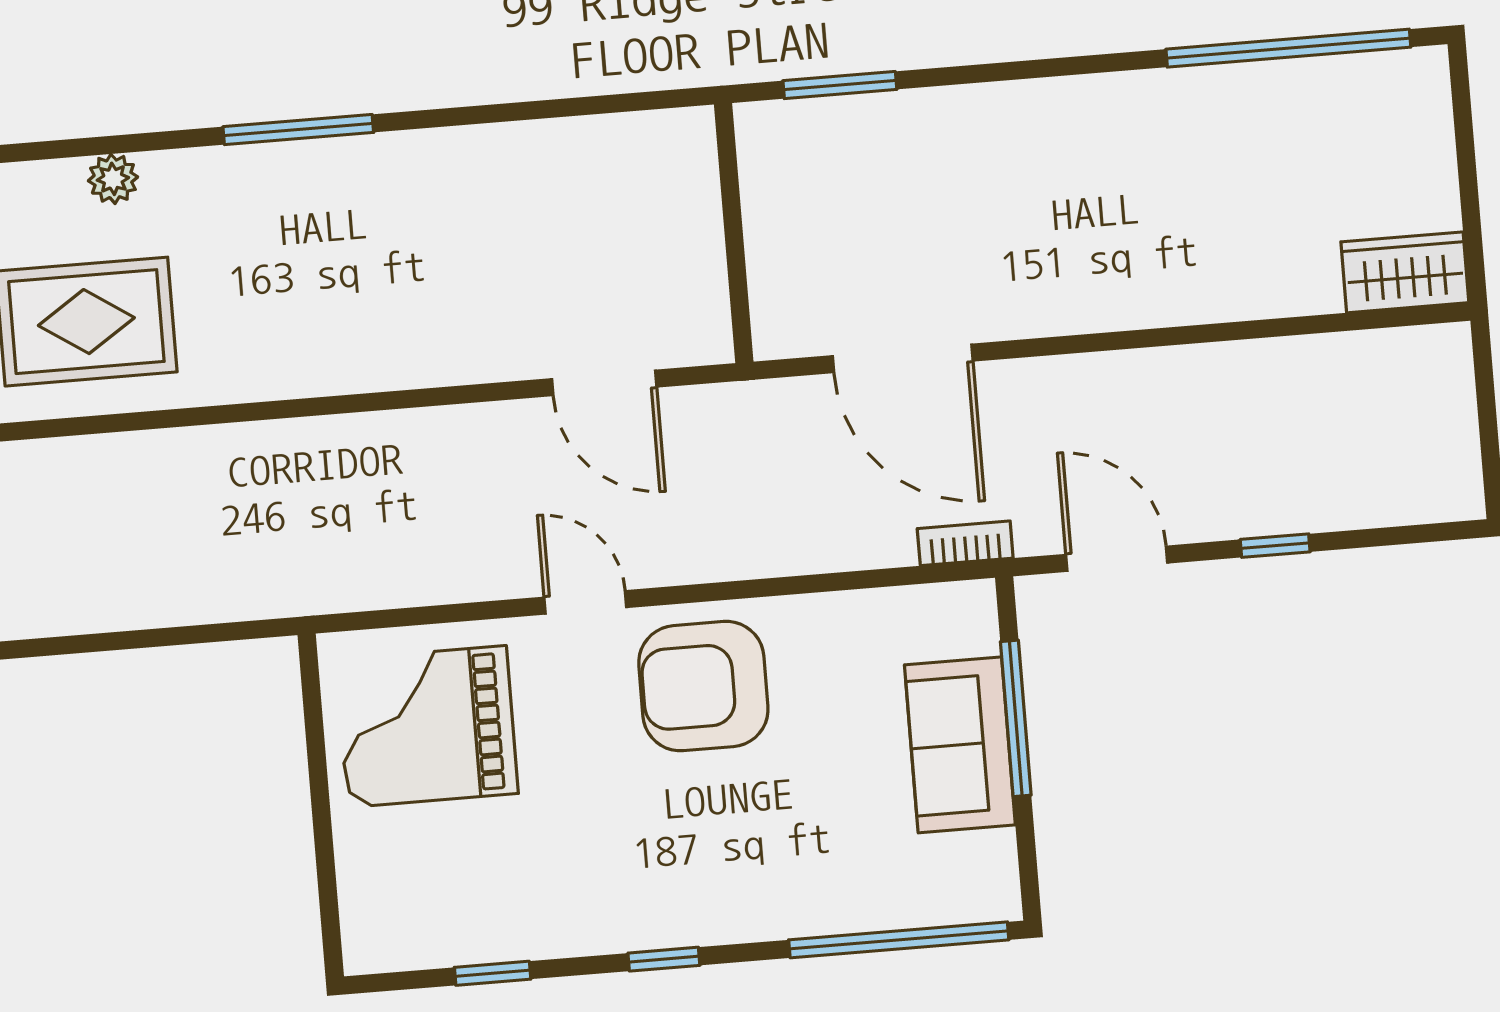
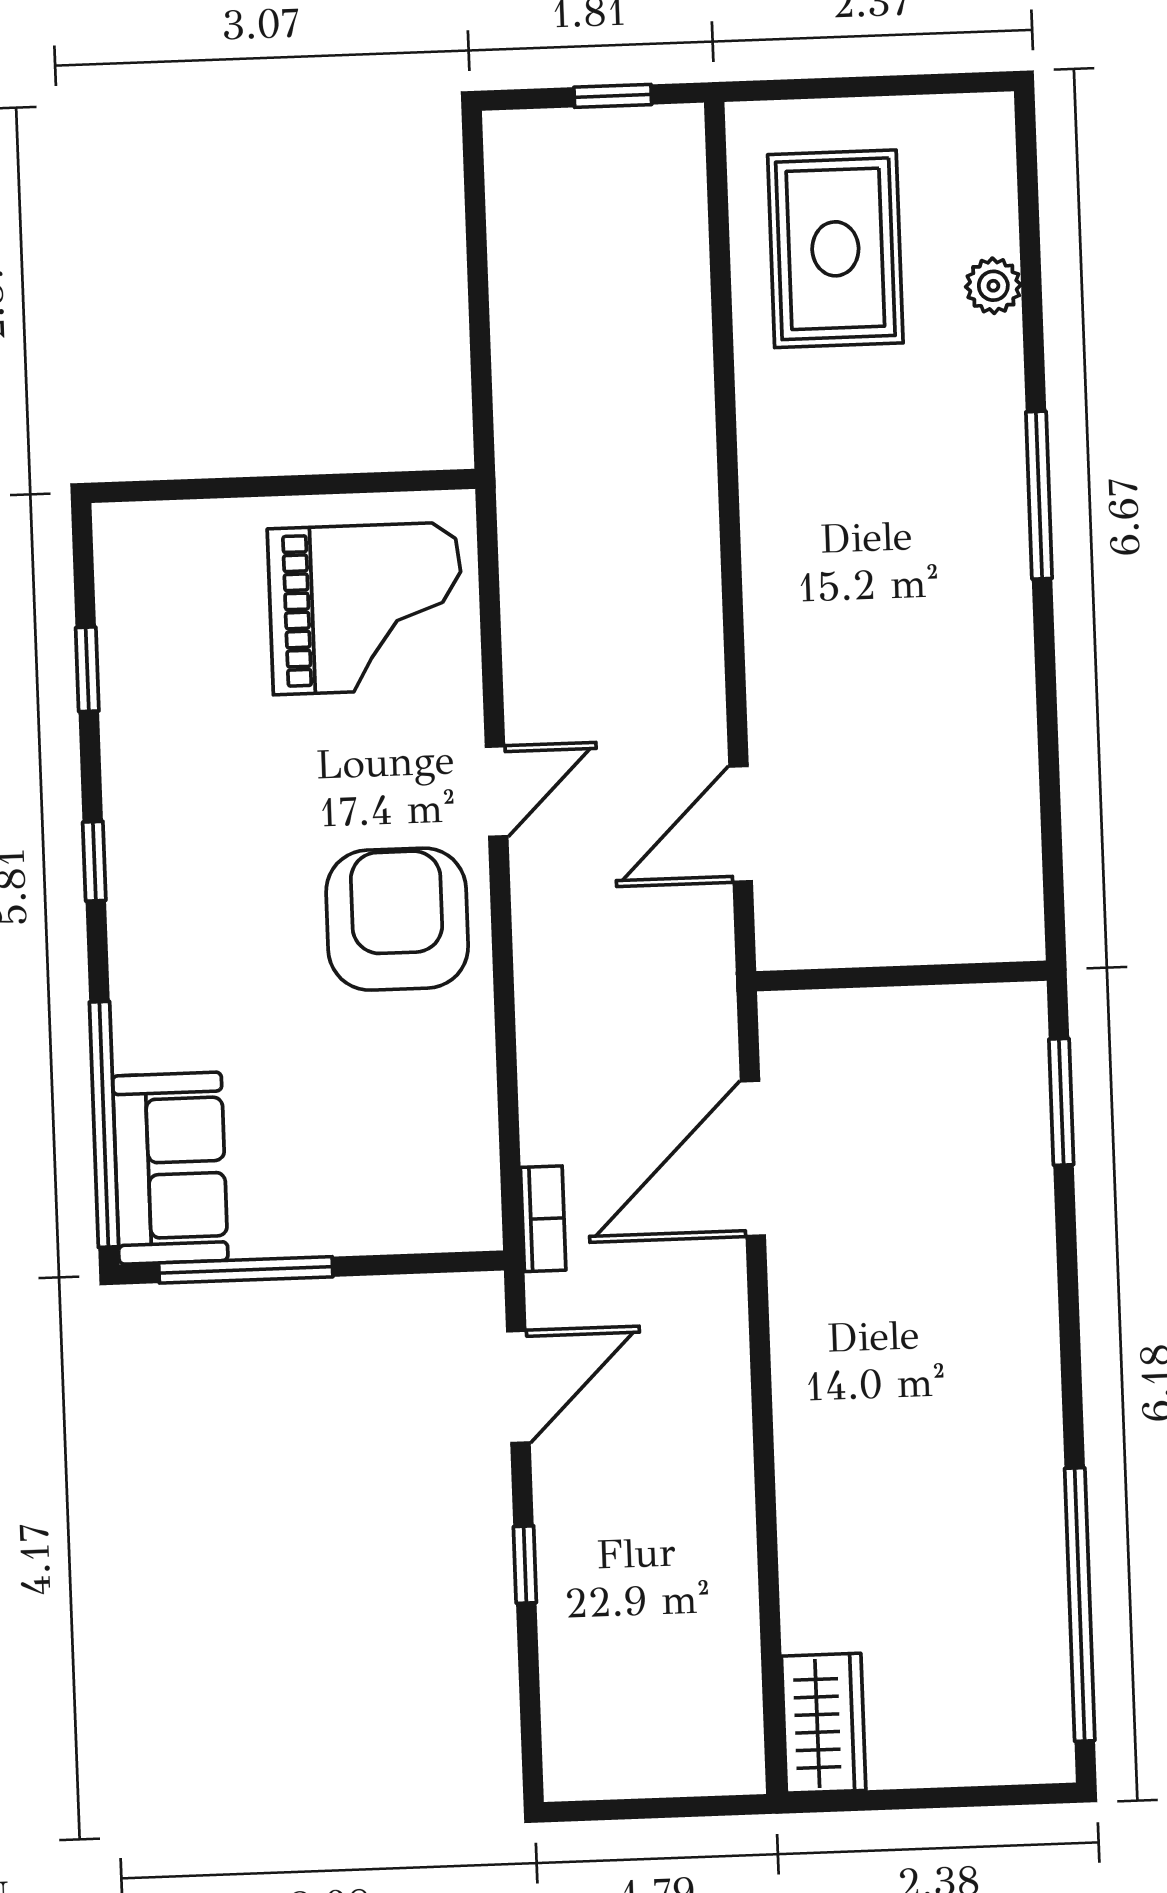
window: (1016, 718) -> (246, 1270), moved
grand piano: (427, 726) -> (366, 608), turned 90
sofa: (960, 745) -> (170, 1168), moved, turned 90

